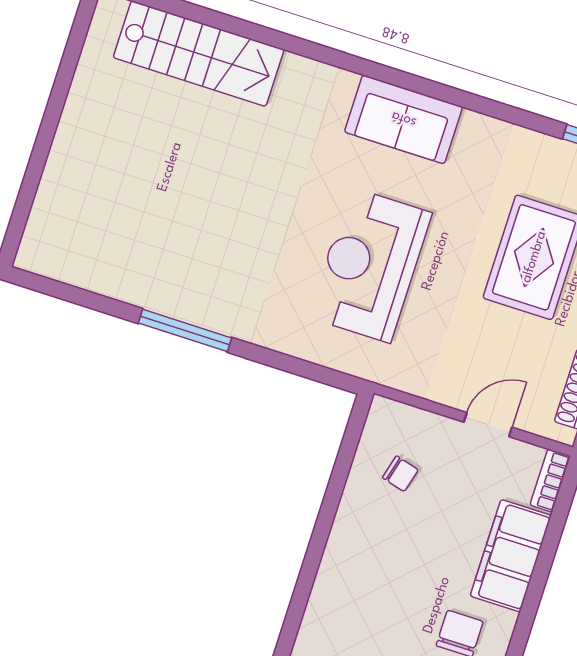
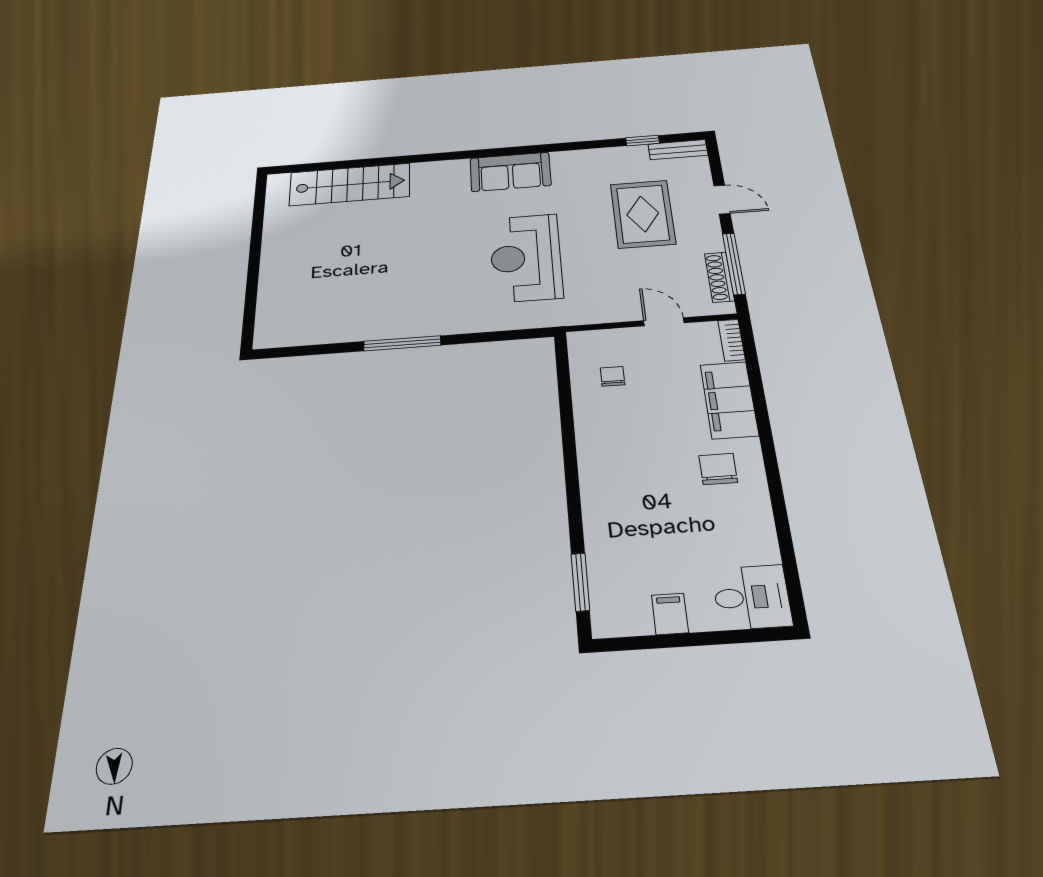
door: (488, 425) -> (664, 322), hinge flipped
chair: (400, 474) -> (613, 376), turned -105

